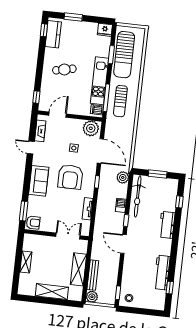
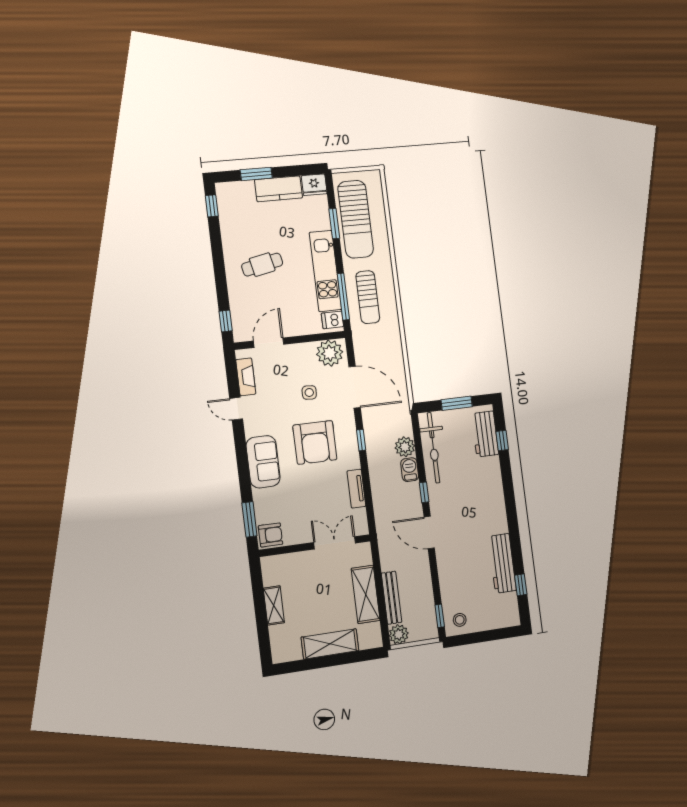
kitchen counter: (53, 34) -> (279, 189), moved, turned 90
plant: (123, 177) -> (405, 447), moved
workbench: (167, 225) -> (485, 434), moved

